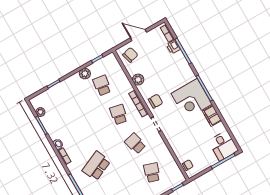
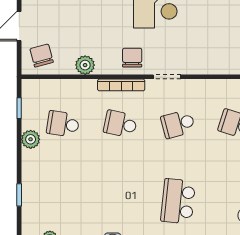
school desk: (96, 166) -> (178, 201), turned 30

